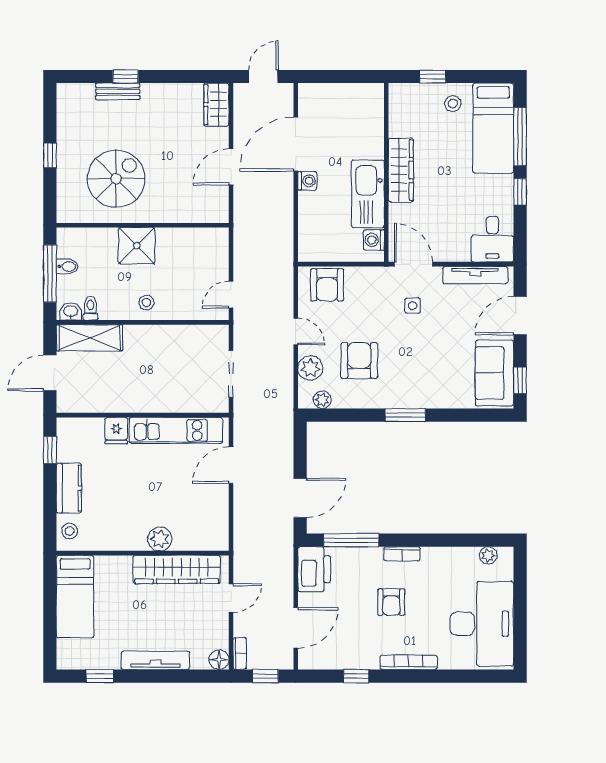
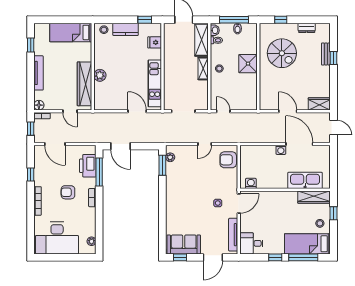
dresser: (66, 130) -> (307, 28), added
window: (50, 156) -> (281, 20), moved
wardrobe: (401, 170) -> (314, 197), moved
kitchen sink: (368, 194) -> (305, 180), moved
door: (520, 315) -> (213, 257), swing flipped
shelving: (146, 335) -> (203, 69), added
armchair: (359, 360) -> (190, 176), removed
plant: (310, 368) -> (186, 151), removed
window: (405, 415) -> (162, 165), moved
fridge: (116, 431) -> (155, 42), moved
printer: (314, 569) -> (88, 166), moved, turned 90

